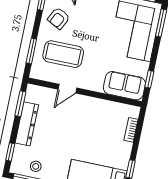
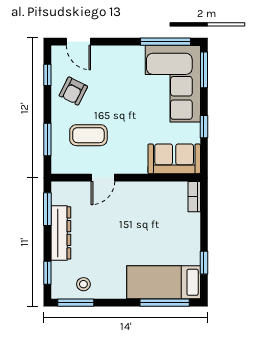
coffee table: (63, 54) -> (88, 135), width x0.73, depth x0.76
window: (149, 79) -> (204, 127), moved
bookcase: (131, 130) -> (194, 197), moved

